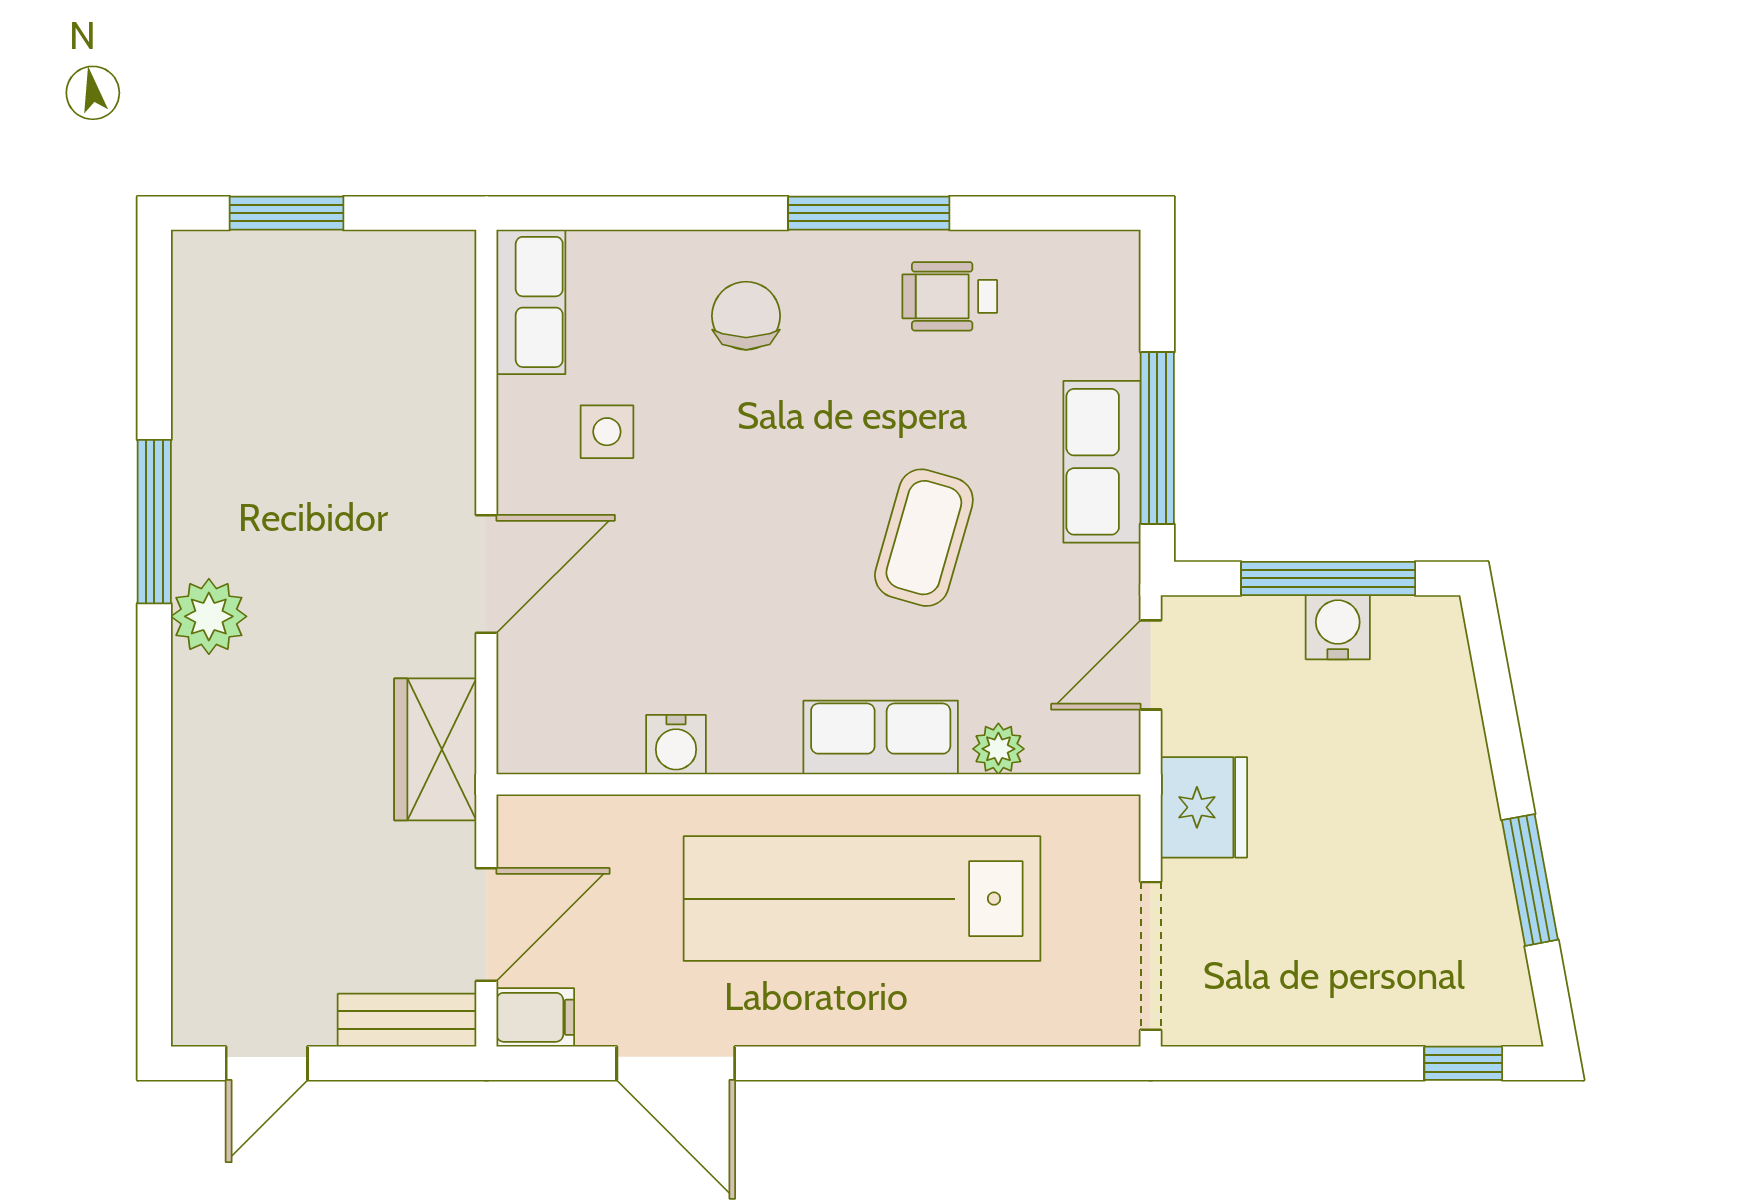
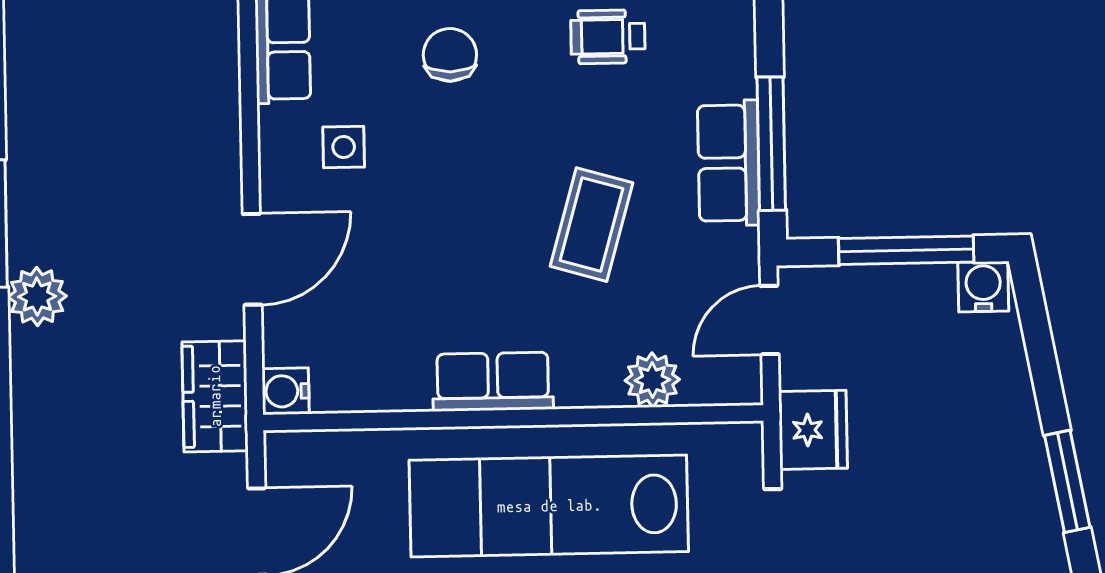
water cooler: (1338, 627) -> (983, 287), moved
row of seats: (881, 737) -> (493, 382), moved
water cooler: (676, 745) -> (286, 391), moved, turned 90
plant: (998, 749) -> (652, 380), width x1.38, depth x1.38

